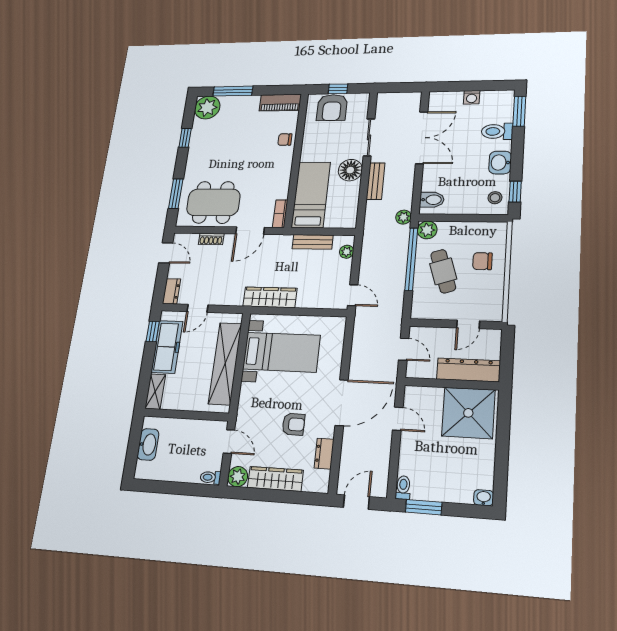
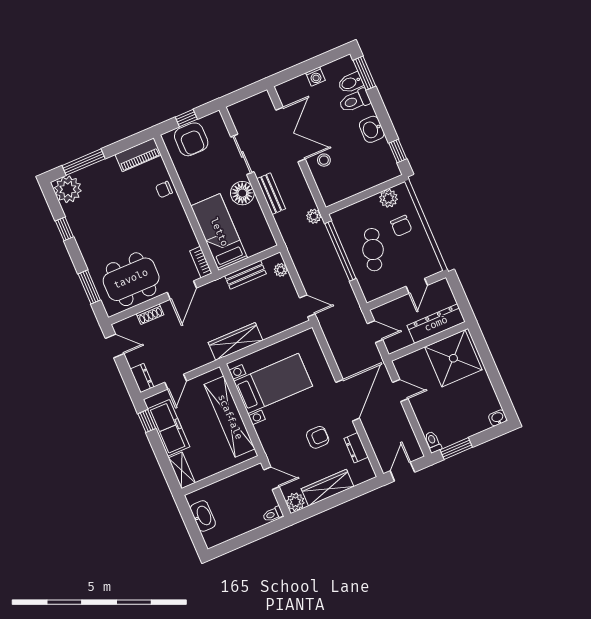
stool: (495, 198) -> (324, 160), moved
bidet: (432, 200) -> (350, 83), moved, turned 180
plant: (427, 230) -> (388, 198), moved
chair: (482, 261) -> (401, 226), turned -90
cafe table: (443, 271) -> (373, 250), turned 36

